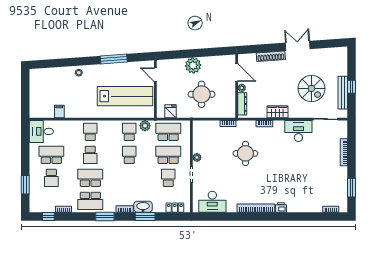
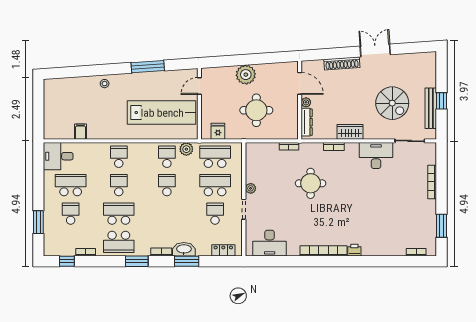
door: (155, 75) -> (199, 86), hinge flipped
school desk: (90, 155) -> (119, 185), turned 180
school desk: (51, 178) -> (71, 214), turned 180

